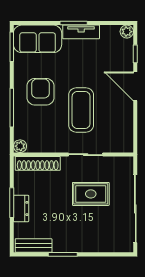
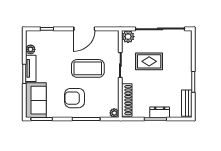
plant: (127, 32) -> (31, 49), moved
door: (135, 86) -> (84, 29), moved
plant: (125, 165) -> (128, 37), added
rug: (91, 194) -> (149, 61), turned 90

